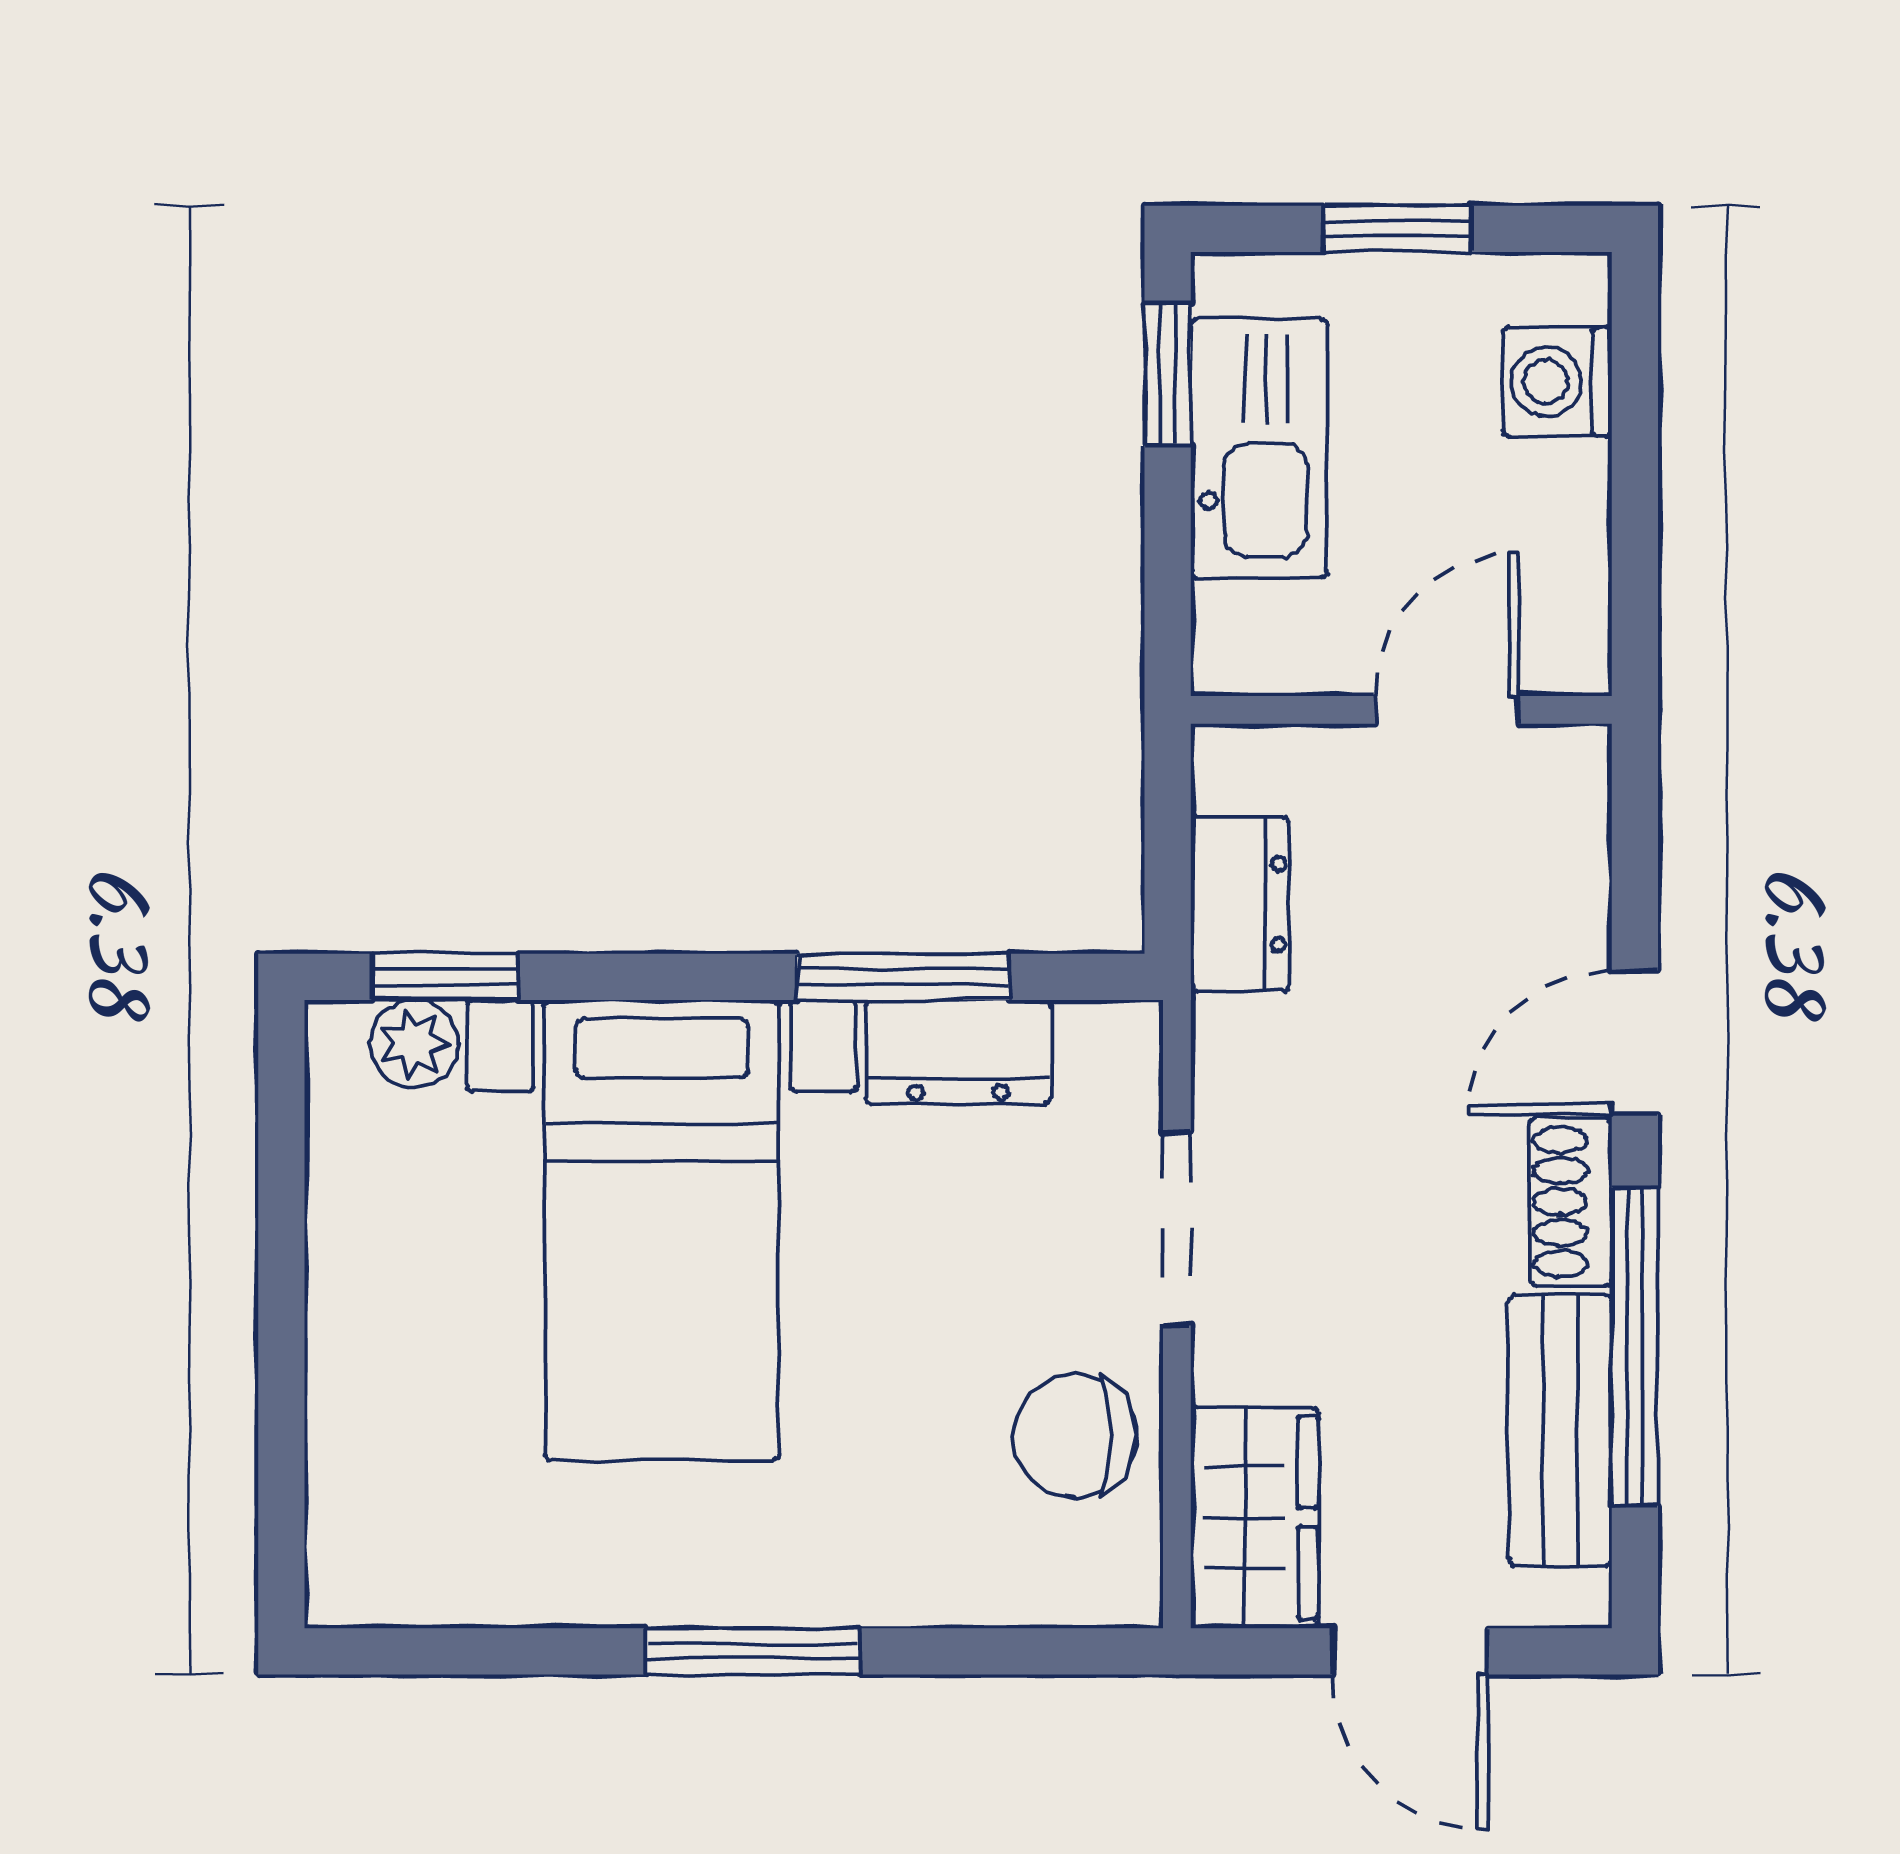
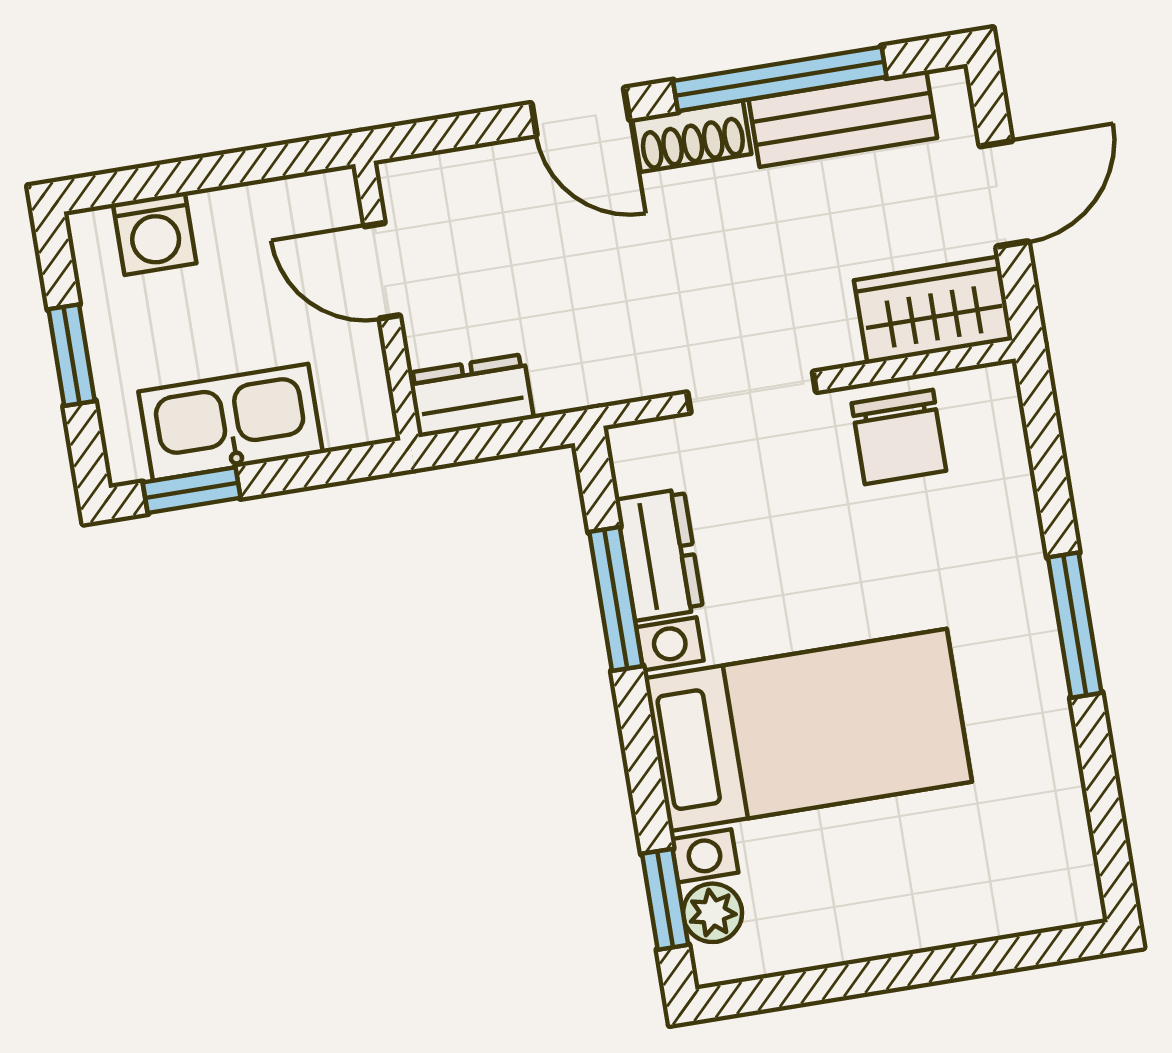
dresser: (1240, 904) -> (471, 396), moved

